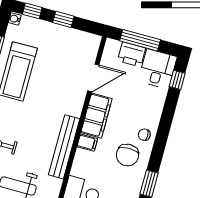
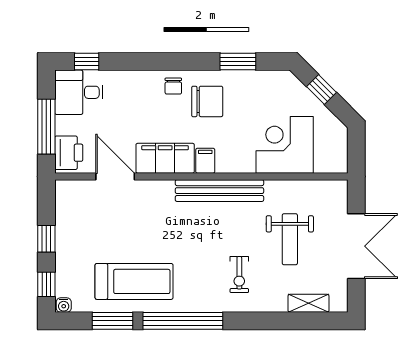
printer: (132, 54) -> (69, 153), moved

